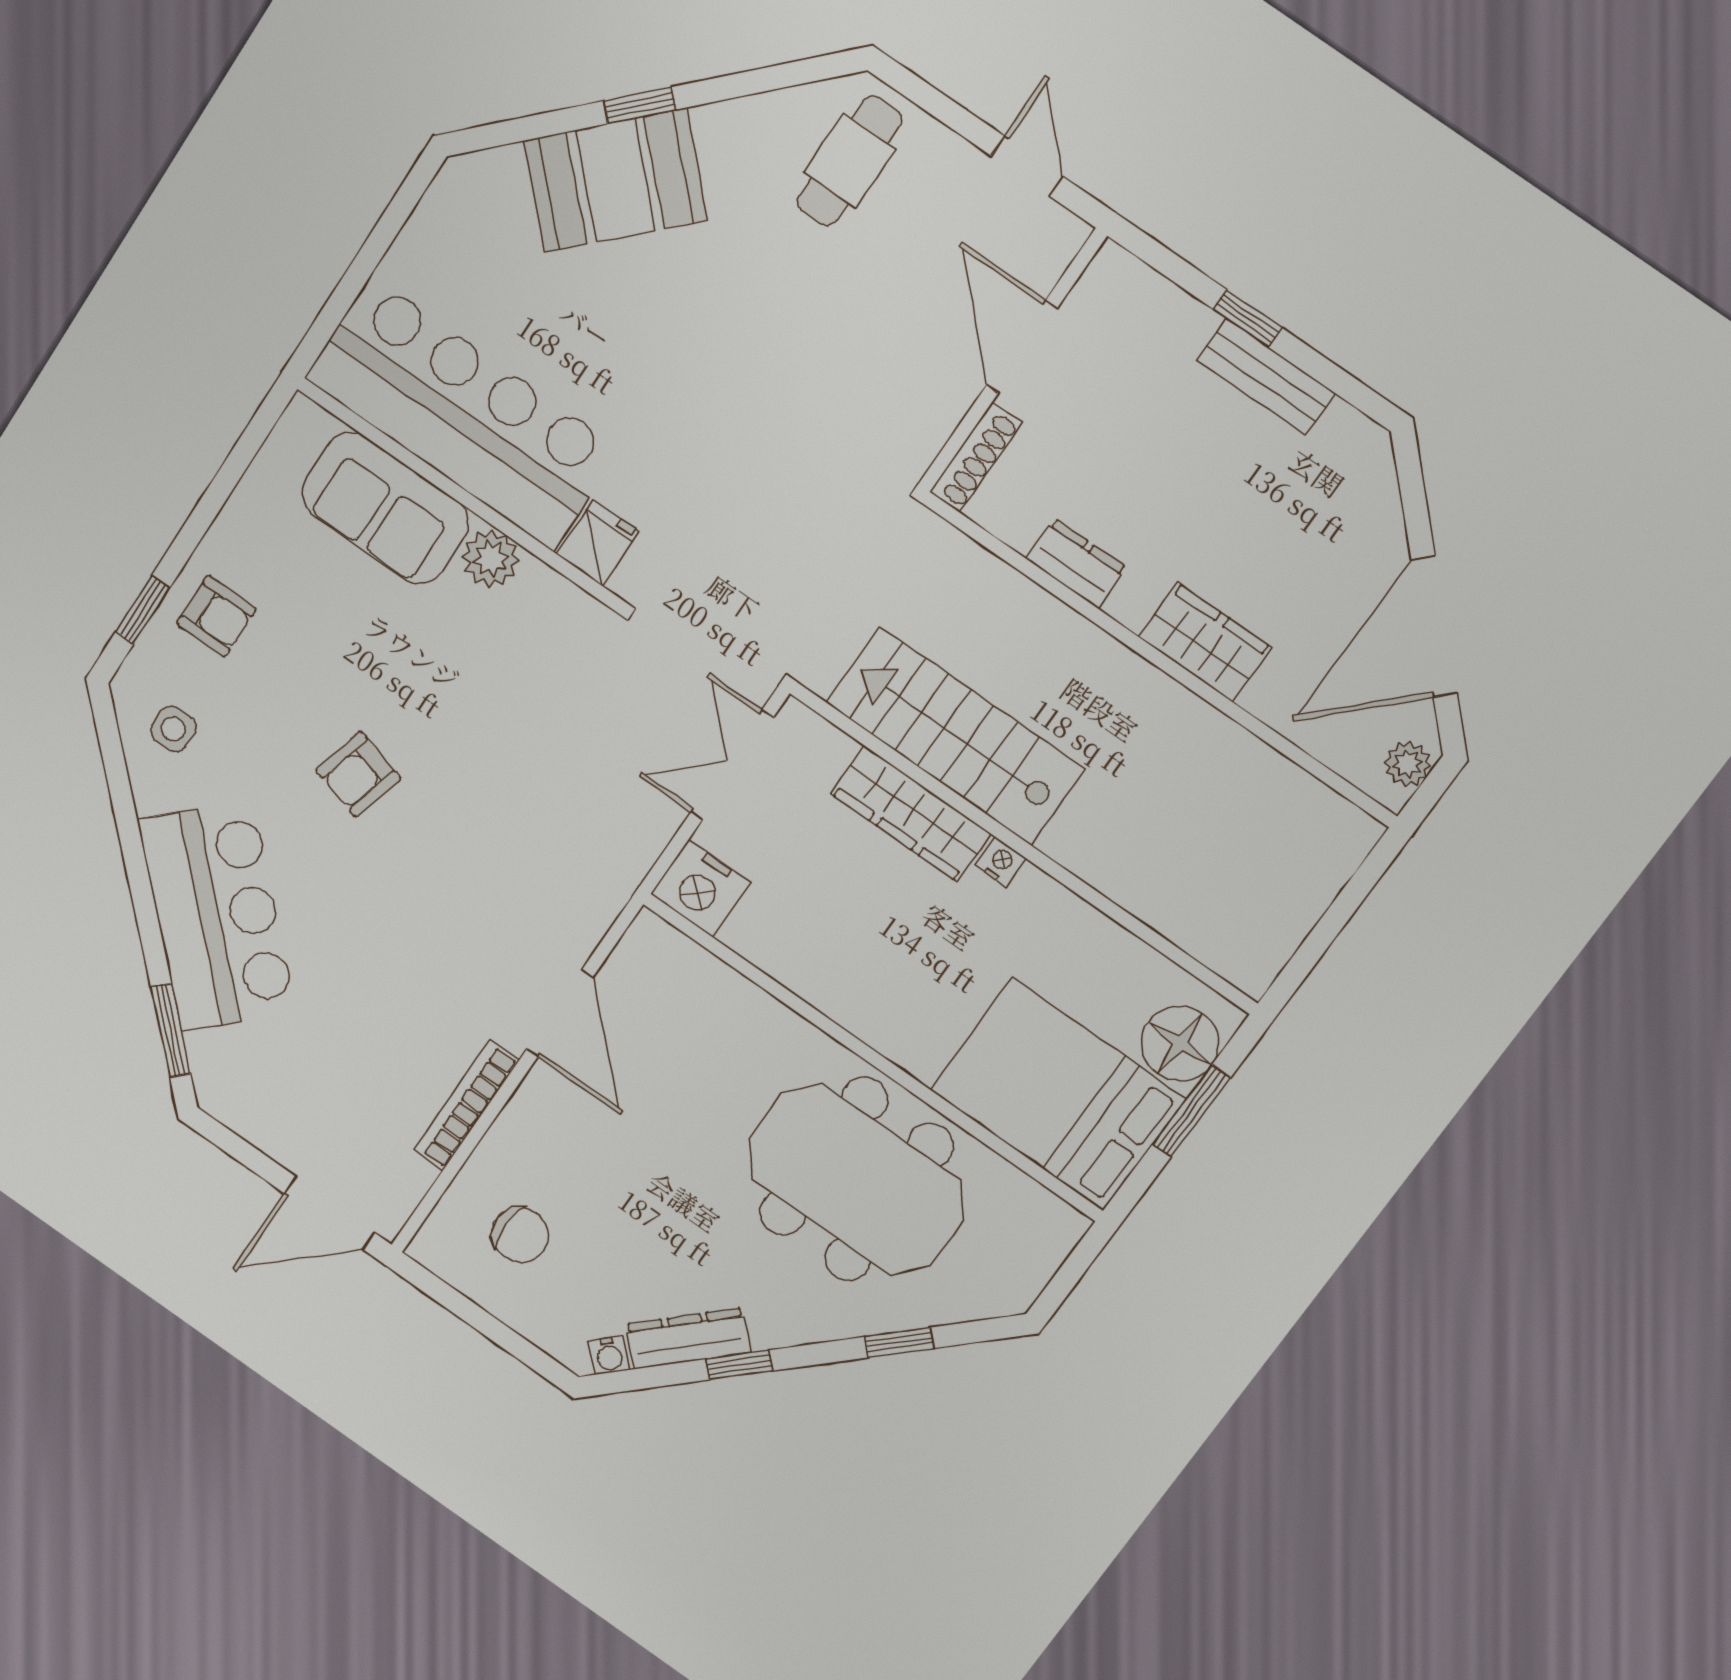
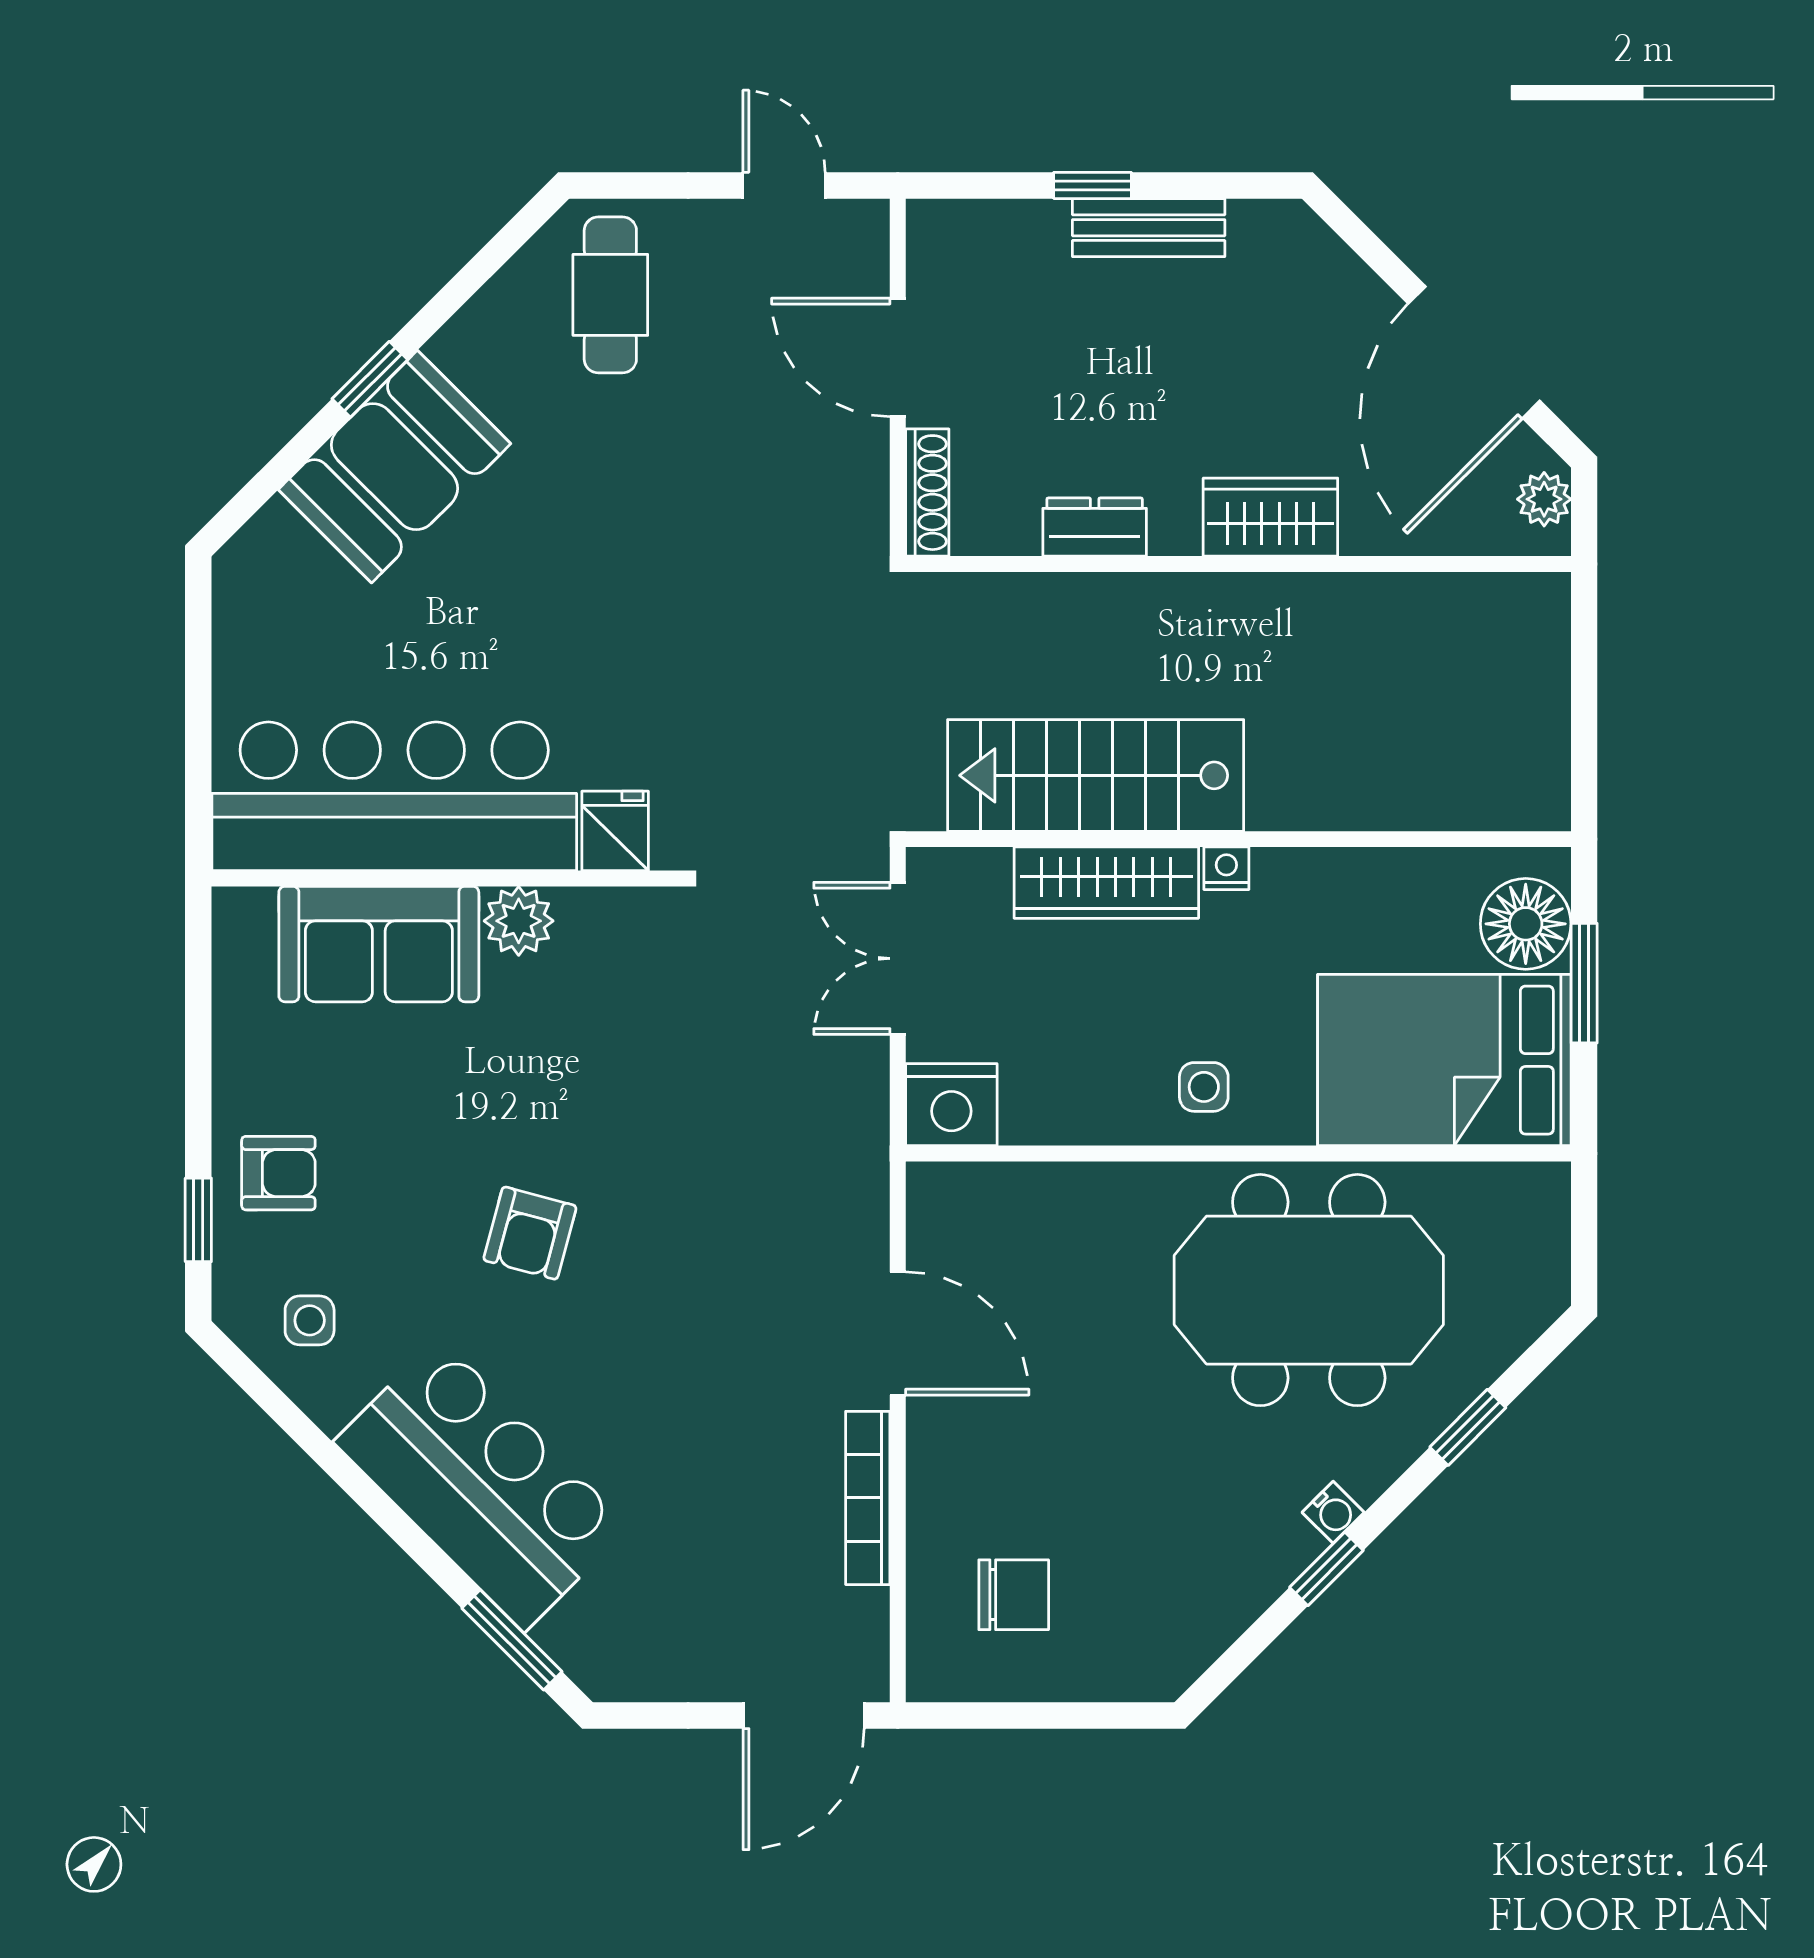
side table: (880, 997) -> (1204, 1087), added
dresser: (688, 1339) -> (1256, 1579), removed
water cooler: (609, 1355) -> (1333, 1512), moved

